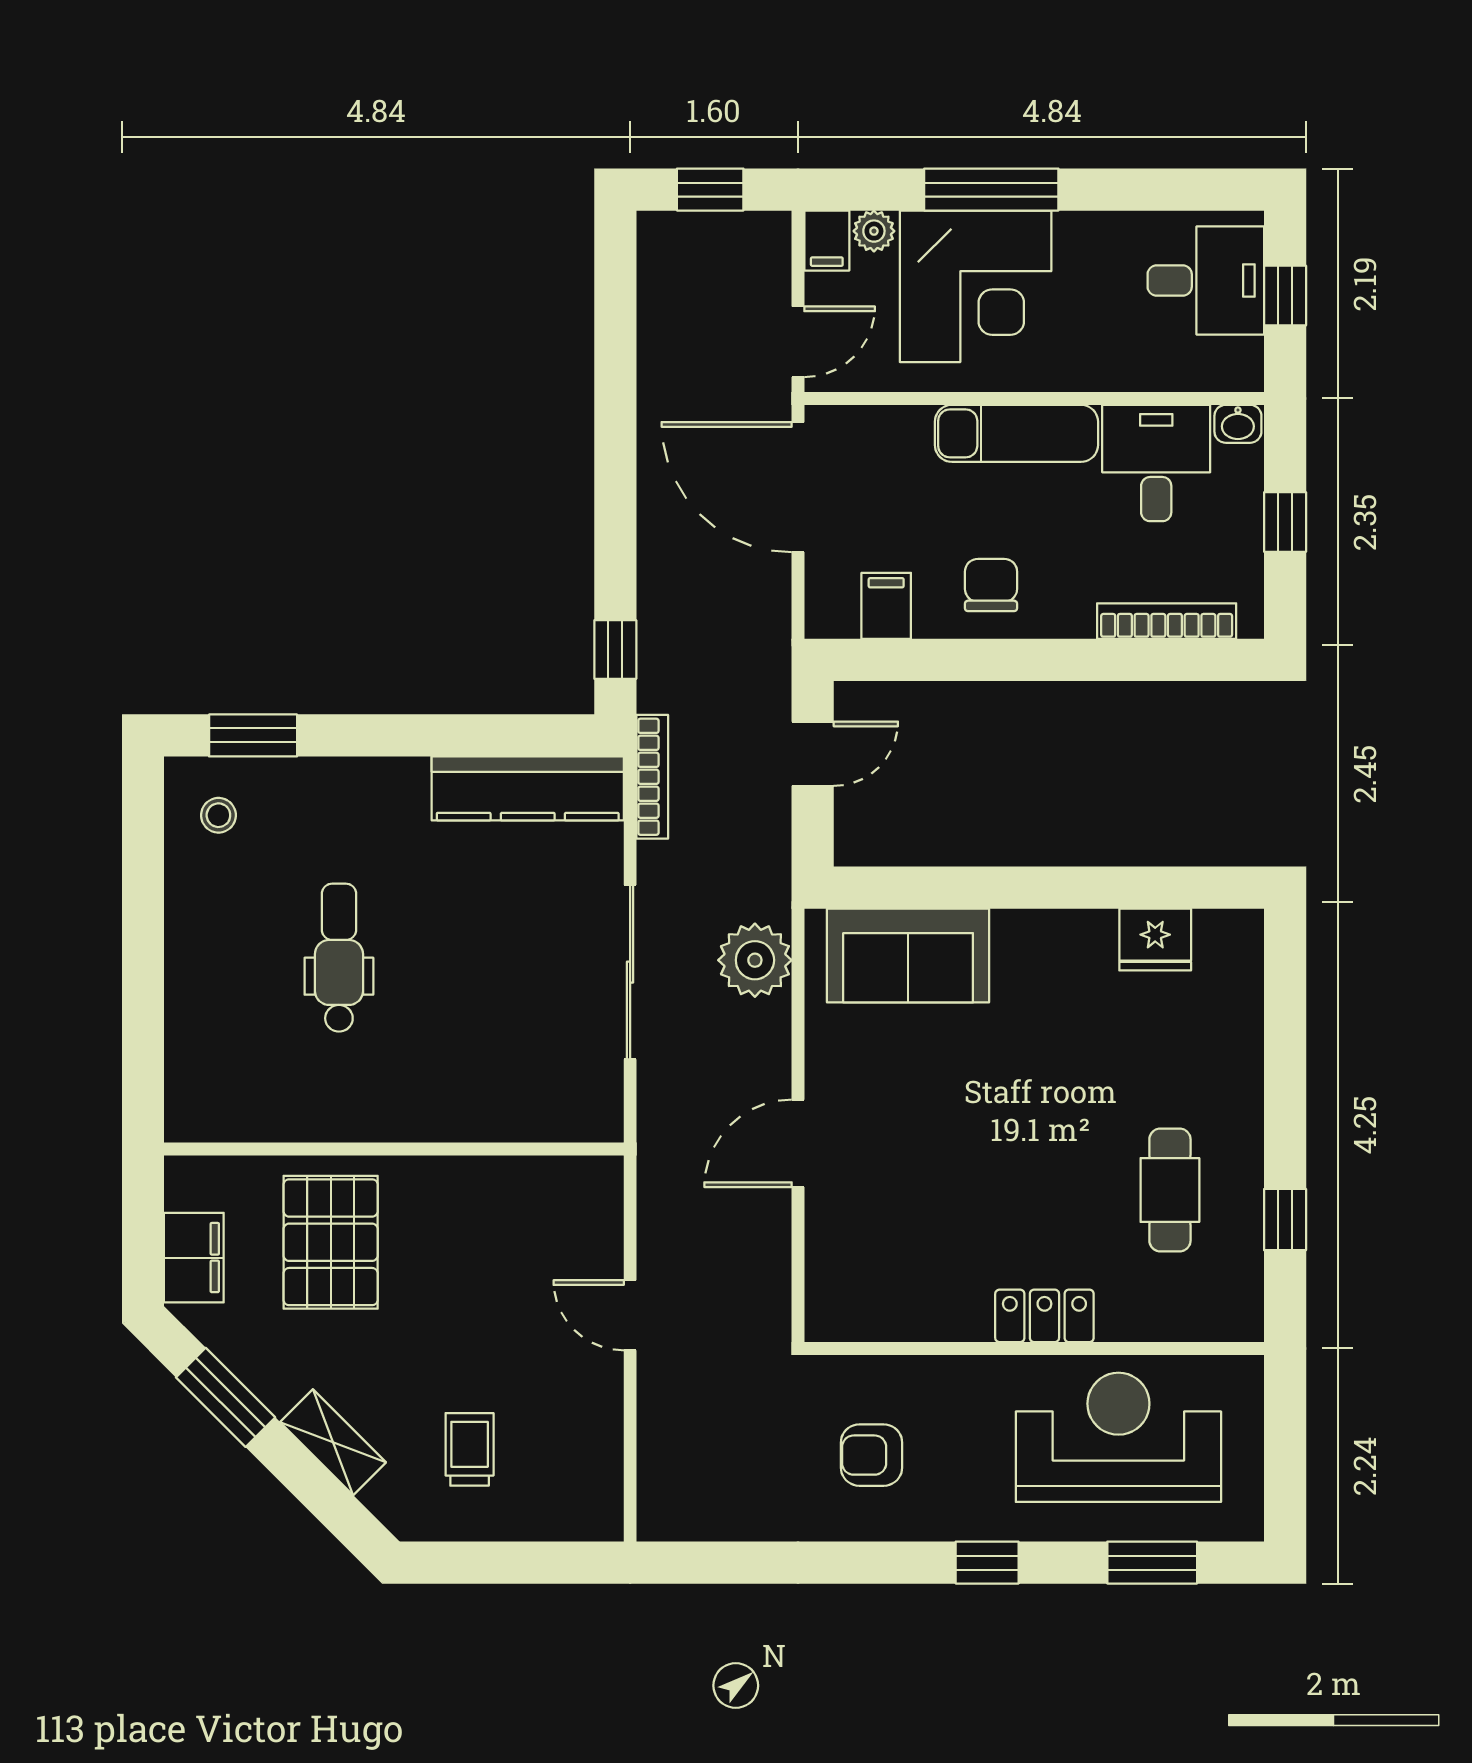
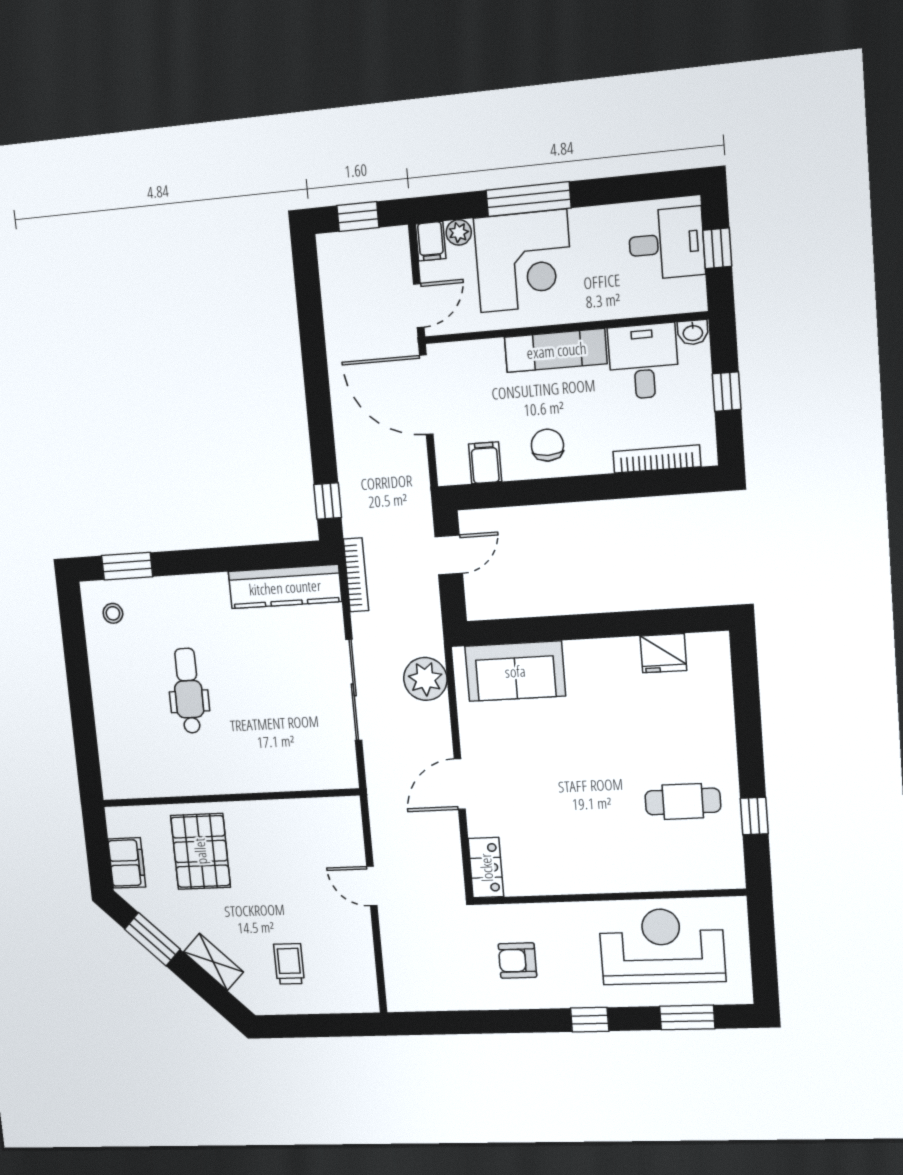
cafe table: (1170, 1190) -> (683, 801), turned 90
locker: (1044, 1316) -> (486, 868), moved, turned 90

